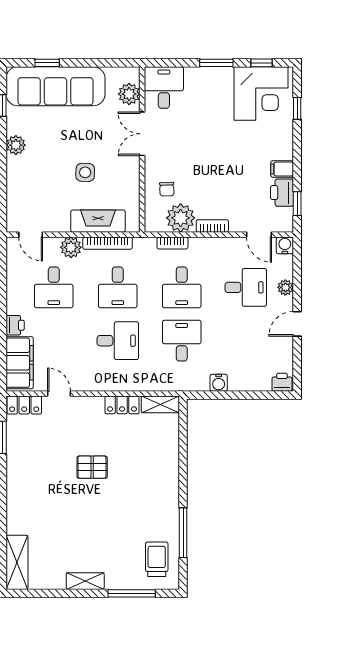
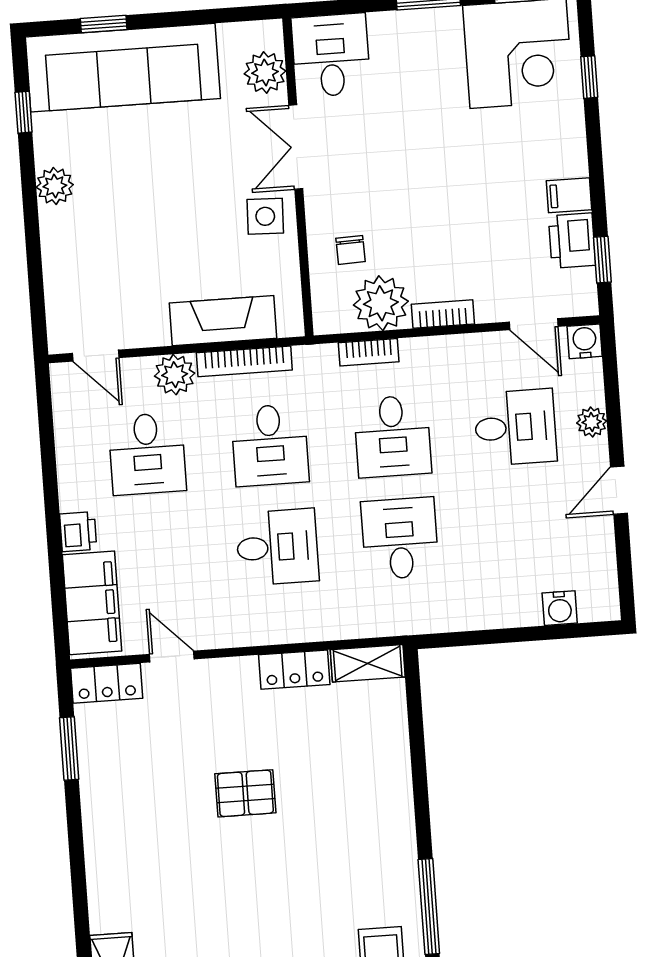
side table: (85, 172) -> (265, 216), moved
printer: (282, 382) -> (598, 604), removed
water cooler: (219, 383) -> (560, 608), moved

